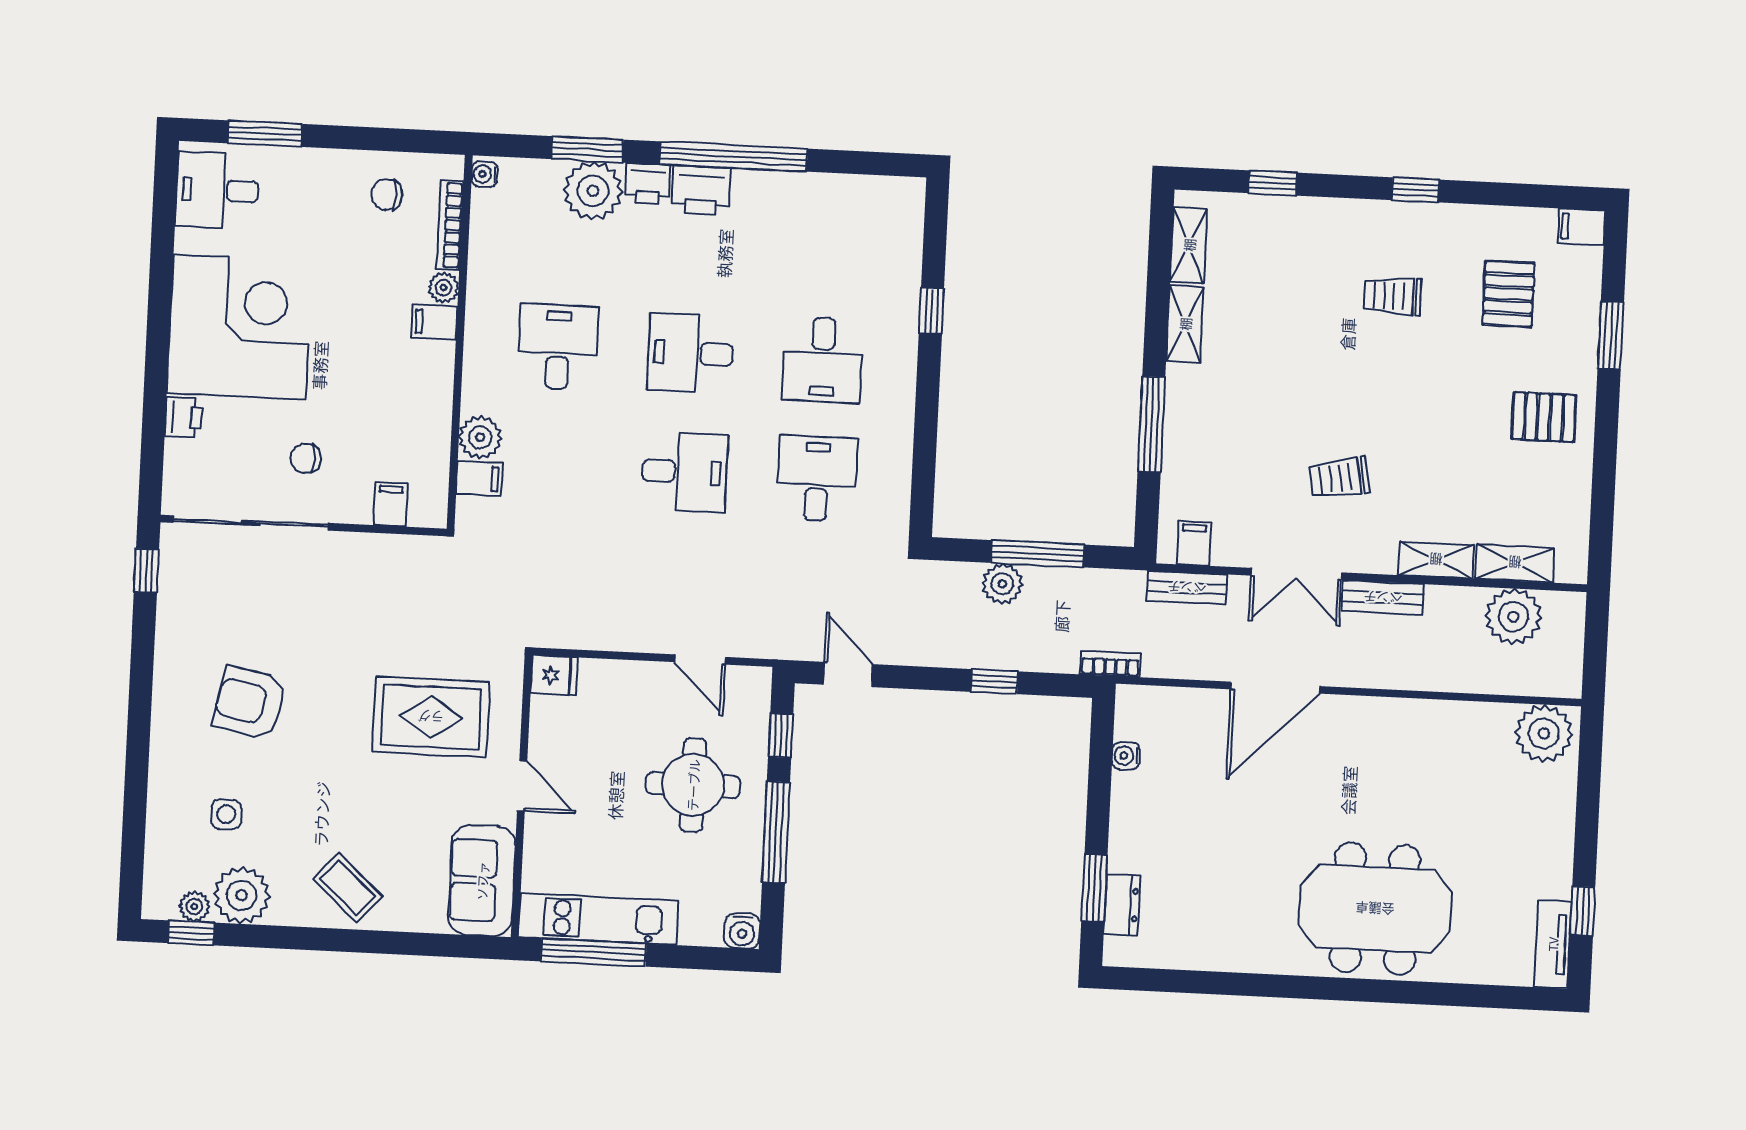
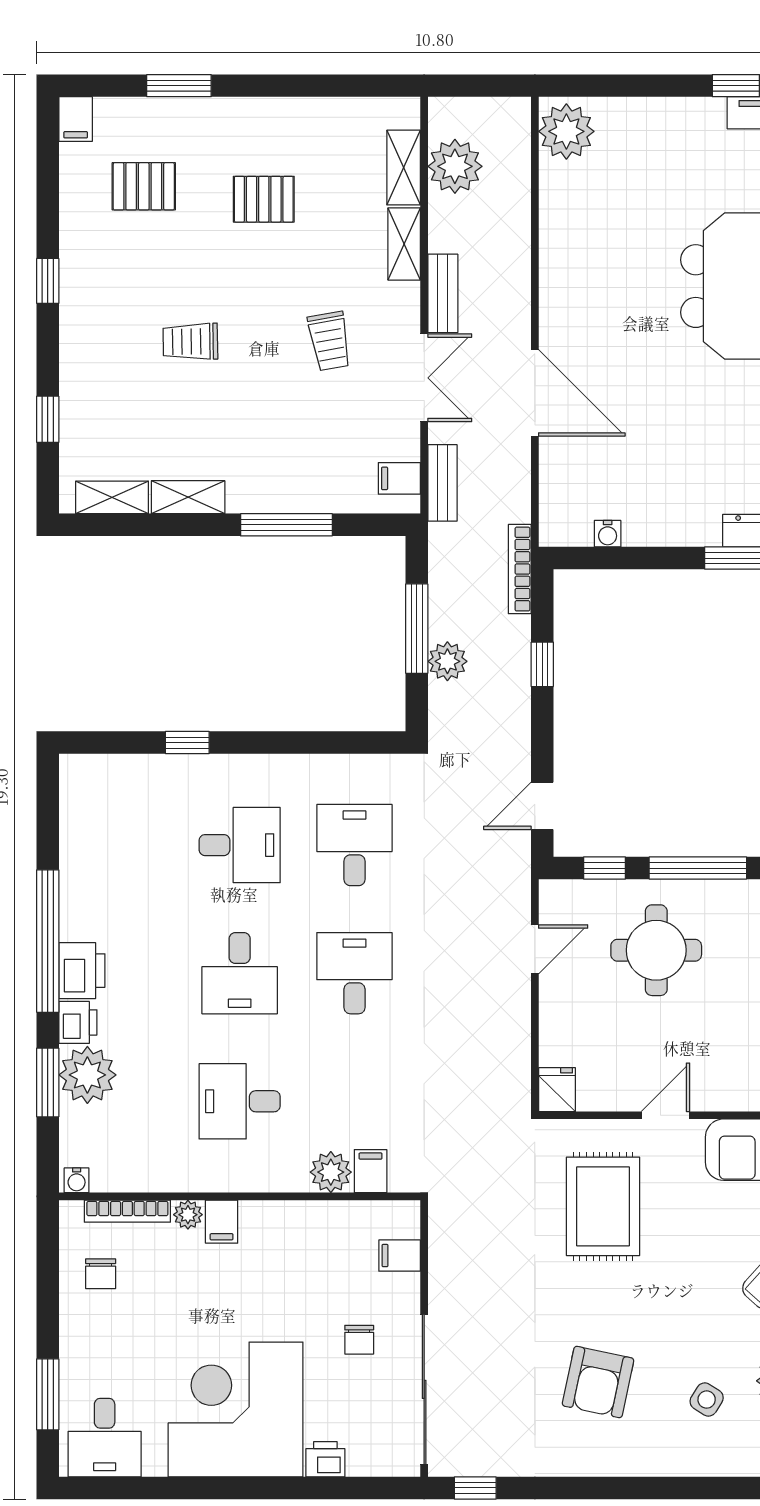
trolley: (1393, 296) -> (190, 342), moved, turned 89
pallet: (1544, 417) -> (264, 199), moved, turned 90
desk: (817, 478) -> (354, 845), turned 90
bookcase: (1111, 664) -> (520, 569), width x1.56
side table: (226, 814) -> (707, 1400), turned 32

